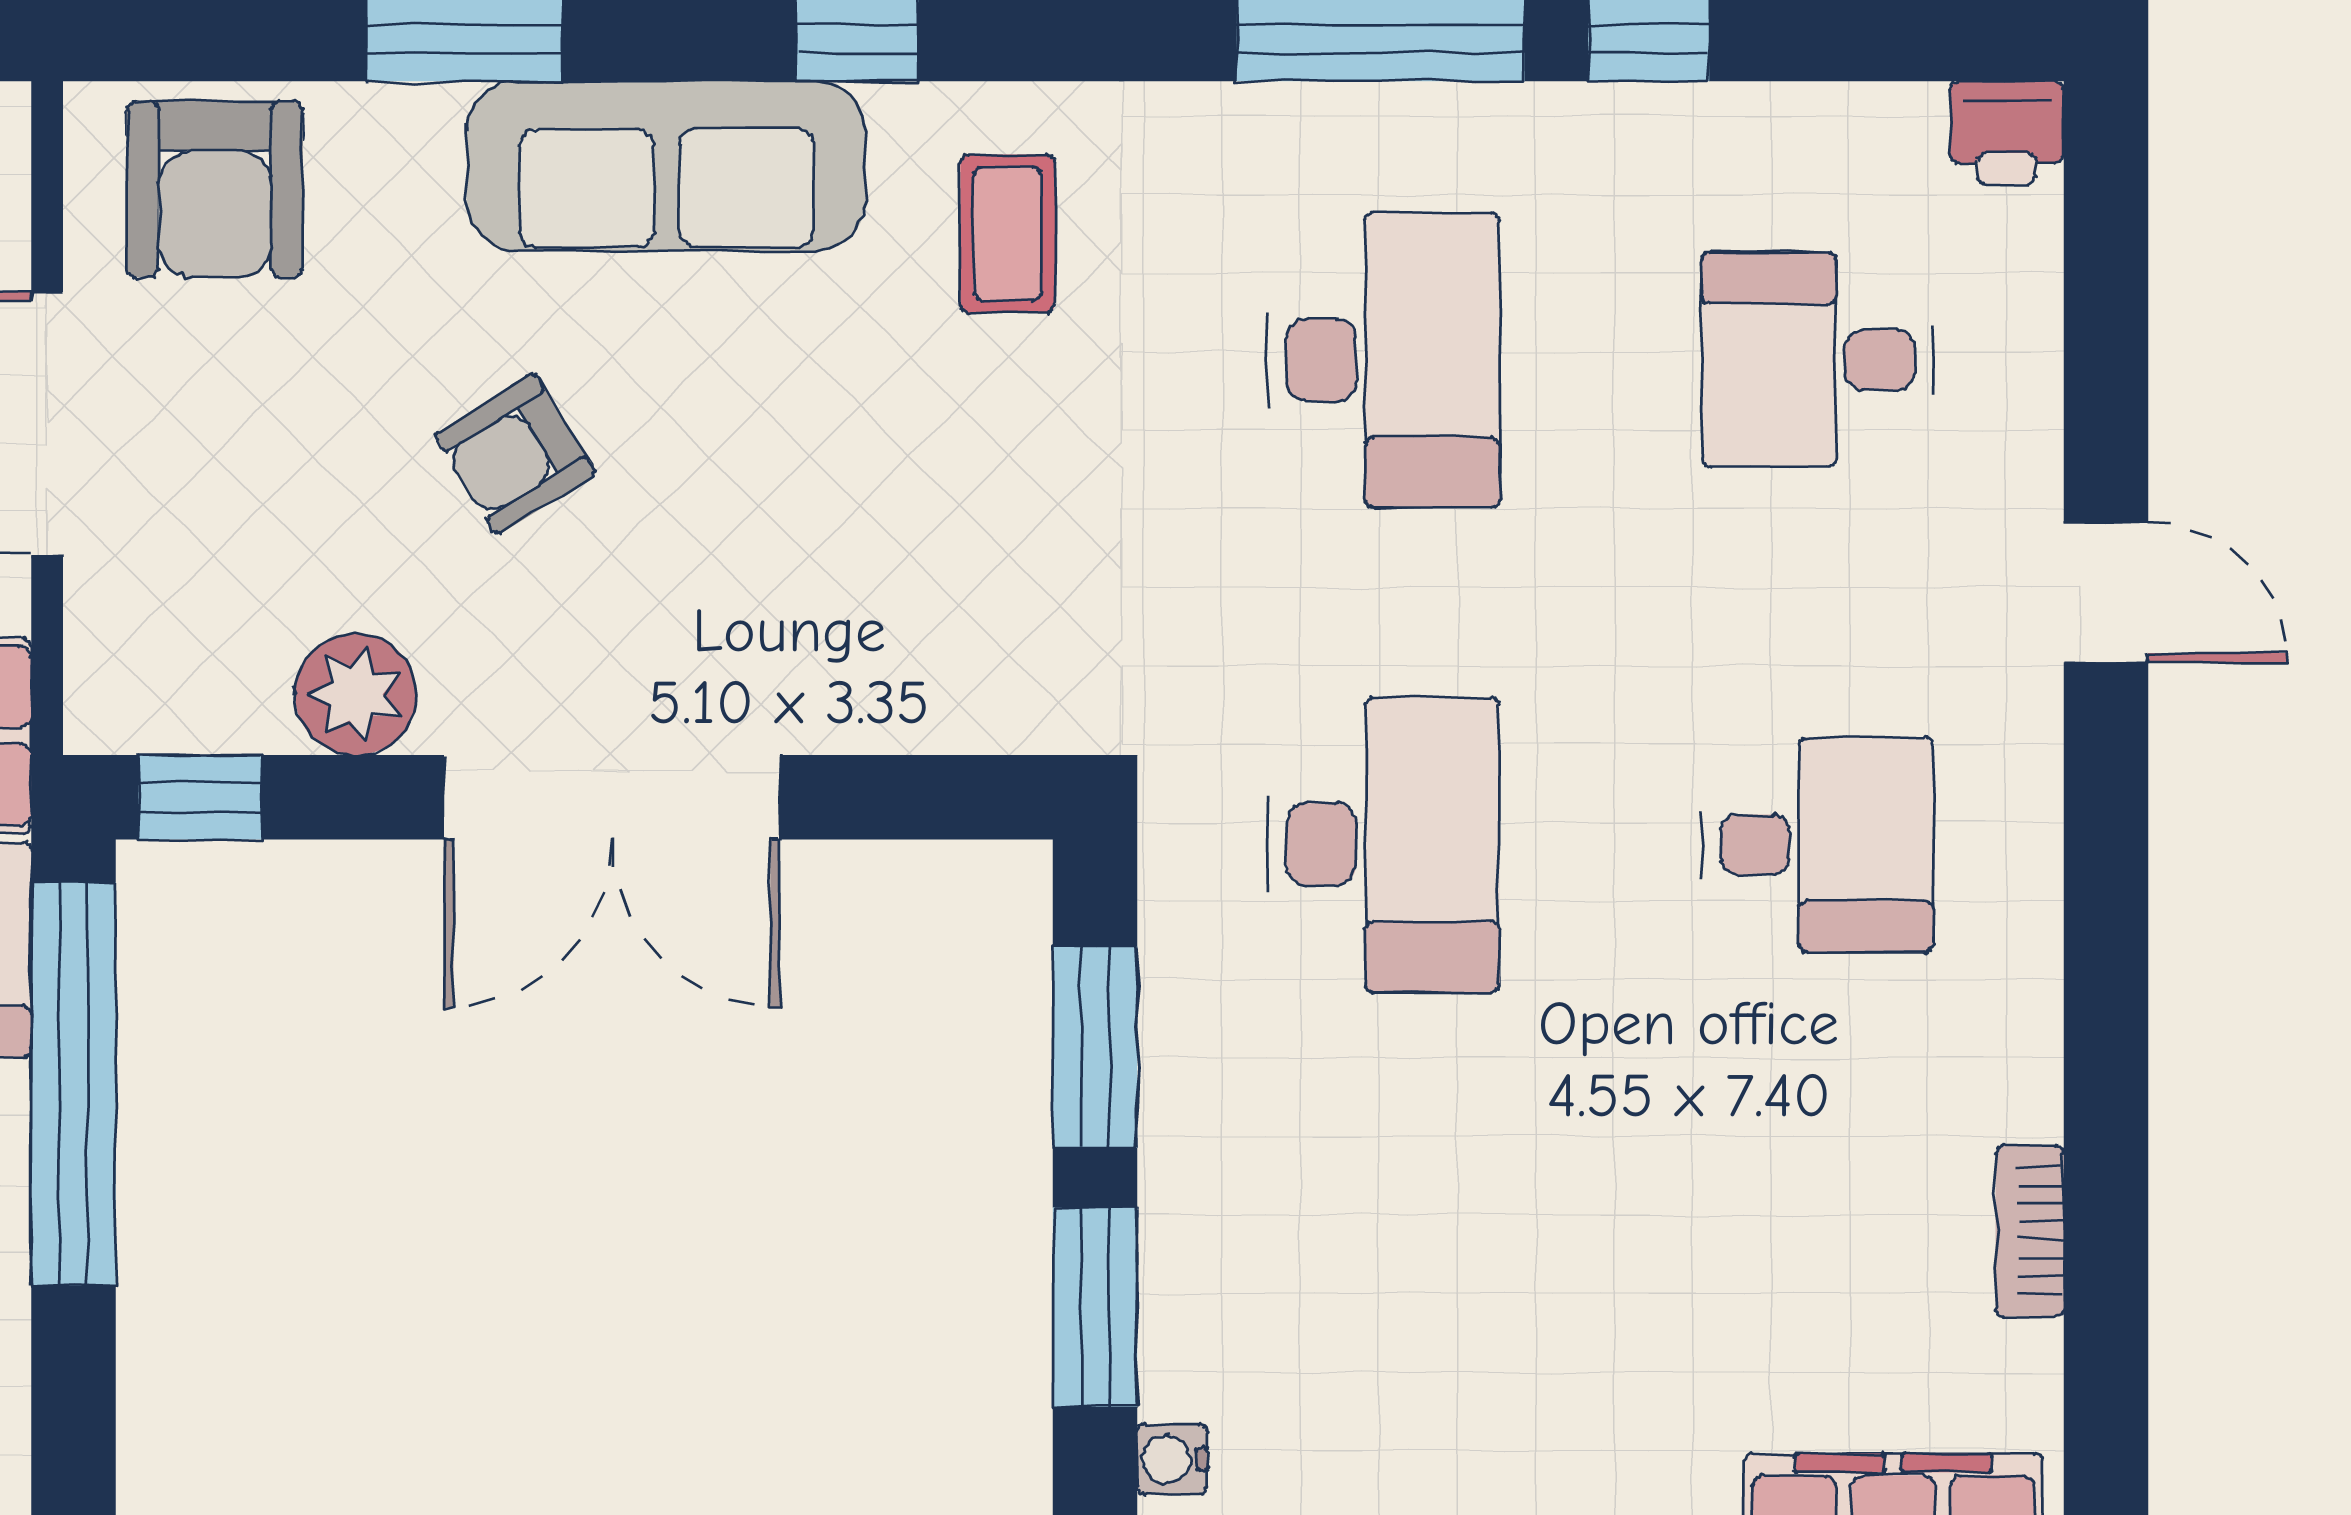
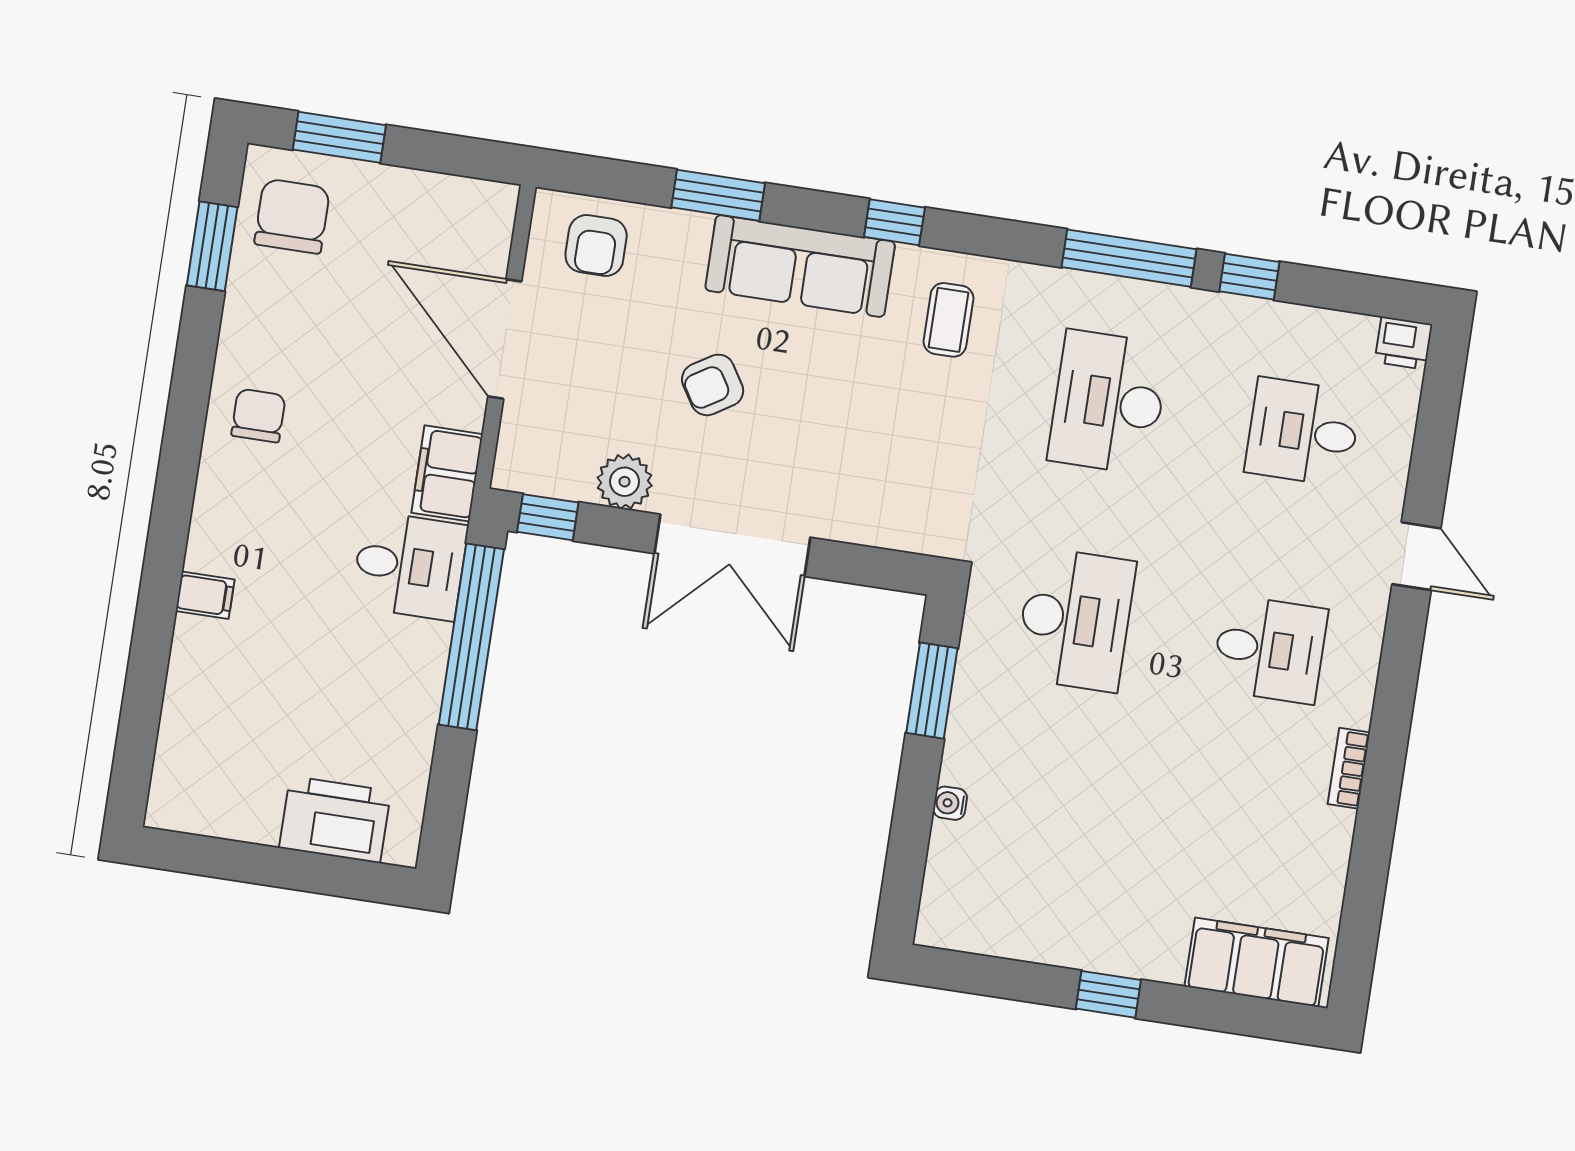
armchair: (215, 189) -> (596, 245), width x0.72, depth x0.72
desk: (1384, 360) -> (1108, 402), turned 180
bookcase: (2030, 1231) -> (1349, 768), moved
window: (1095, 1307) -> (914, 807), removed
water cooler: (1172, 1459) -> (950, 803), moved

